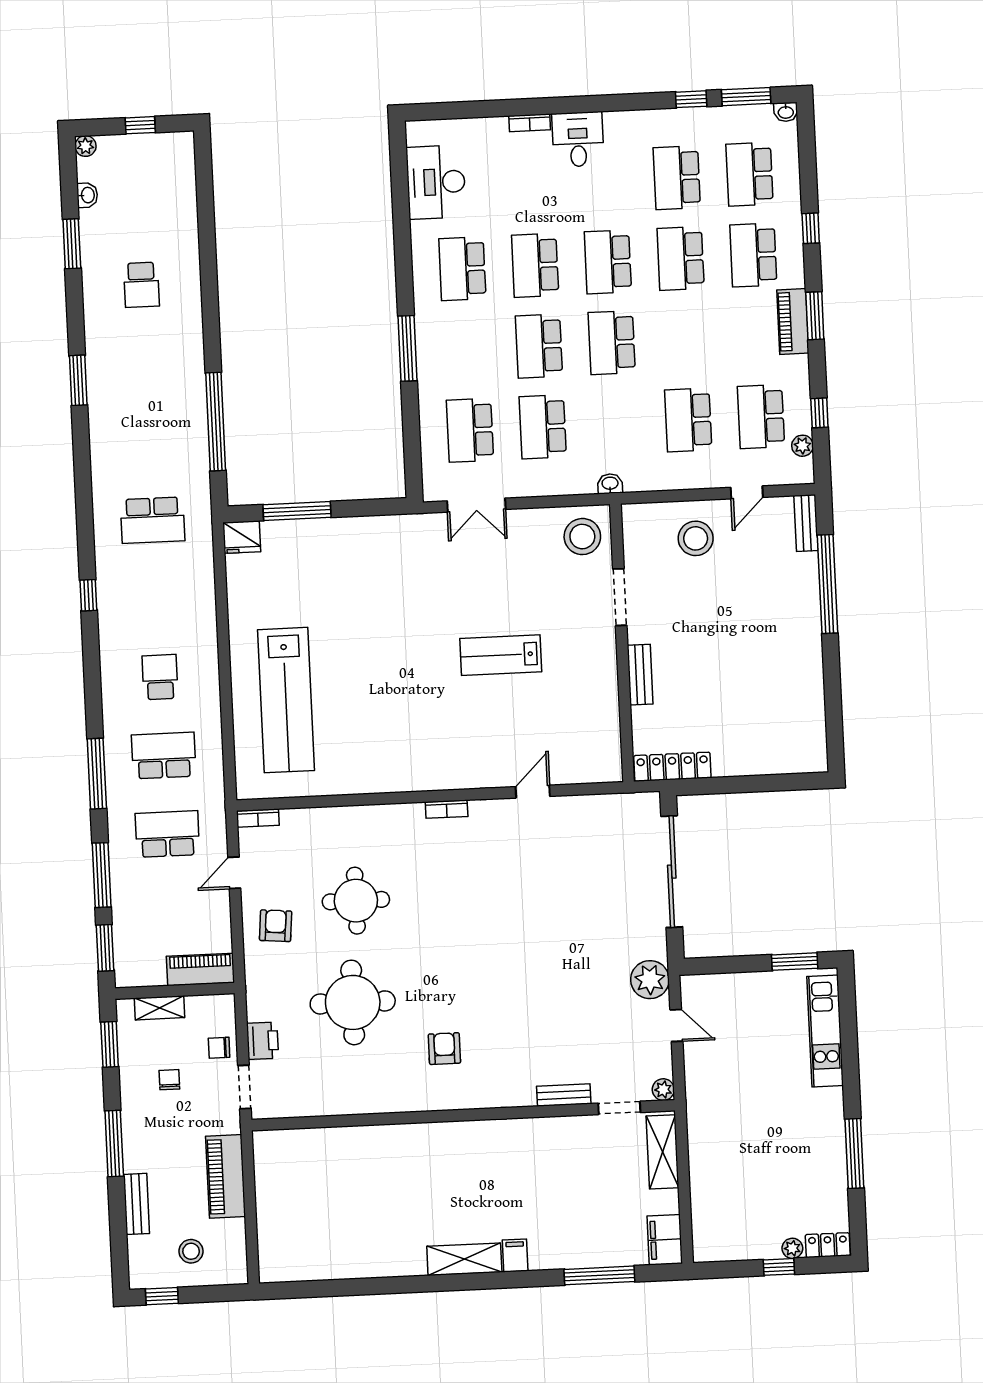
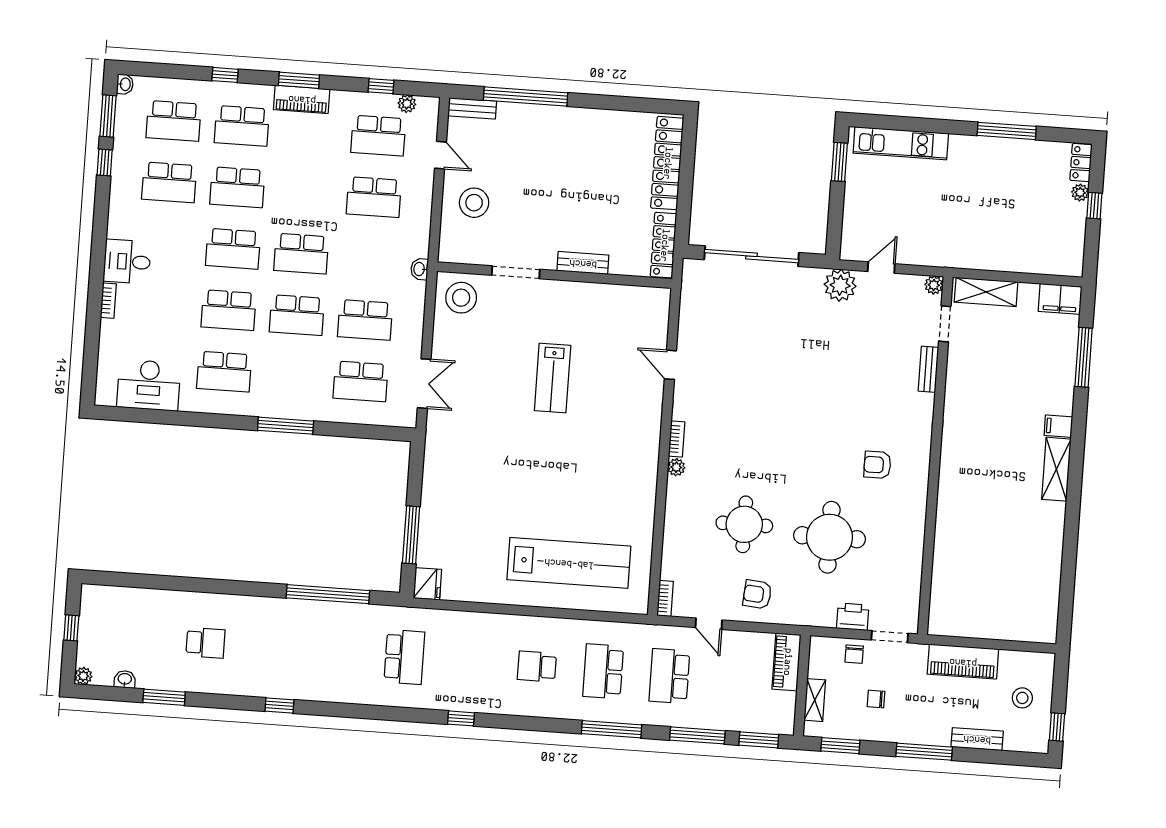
window: (78, 380) -> (279, 705), width x0.67
locker: (769, 759) -> (667, 163), added
plant: (413, 813) -> (676, 467), added

